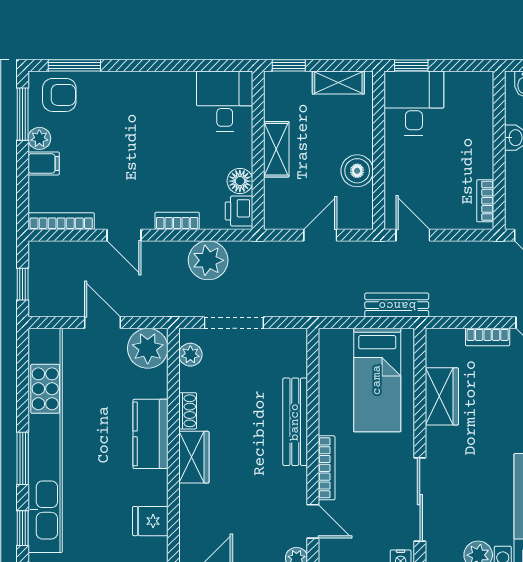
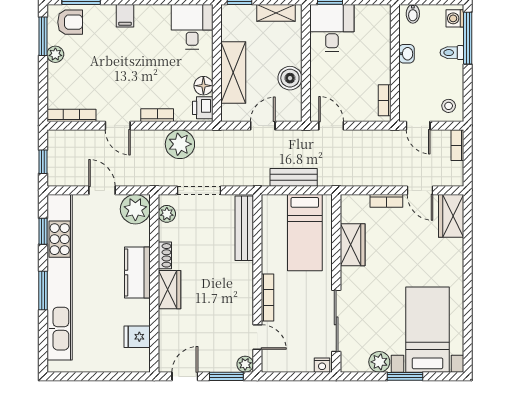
shelving: (276, 149) -> (233, 72), width x1.50, depth x1.33
filing cabinet: (44, 163) -> (125, 16), moved, turned 90
bench: (397, 305) -> (294, 177), moved
bench: (295, 422) -> (244, 228), moved
window: (23, 528) -> (43, 231), moved

